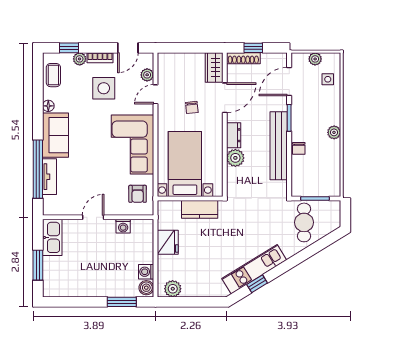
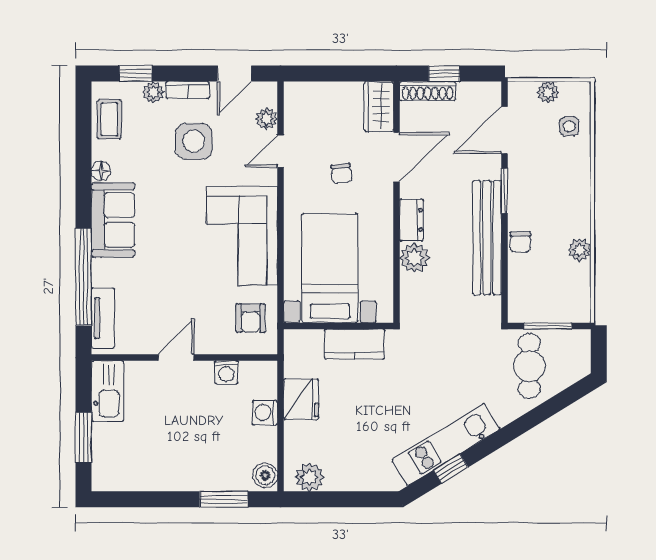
plant: (334, 132) -> (580, 250), moved
tv unit: (49, 177) -> (103, 318), moved
washing machine: (146, 272) -> (265, 413), moved

